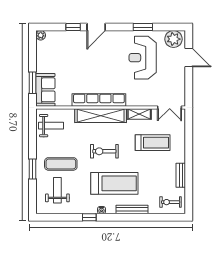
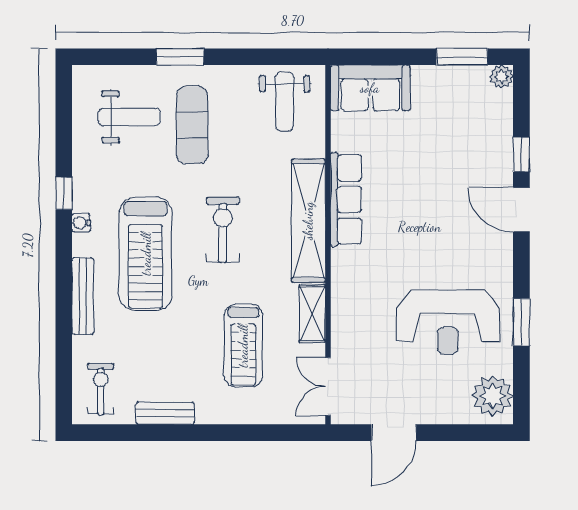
reception desk: (143, 58) -> (448, 322), turned 180
door: (189, 58) -> (394, 433), moved
window: (32, 83) -> (462, 57), moved
row of seats: (99, 100) -> (346, 199), width x0.73

